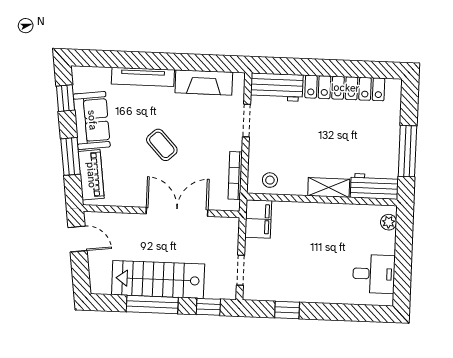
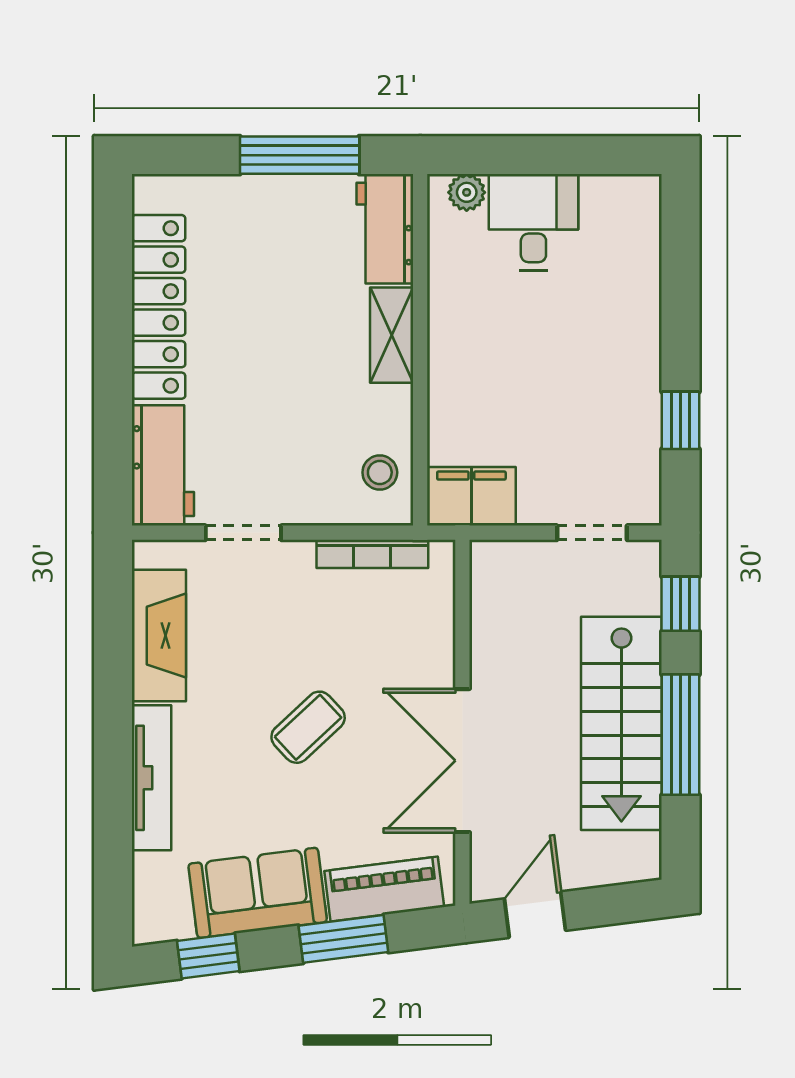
double door: (177, 212) -> (462, 761), moved
desk: (374, 274) -> (533, 222), moved

